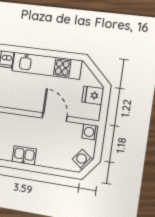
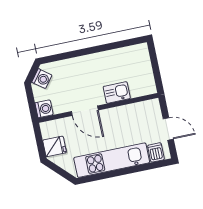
kitchen sink: (24, 155) -> (117, 93), moved, turned 180

